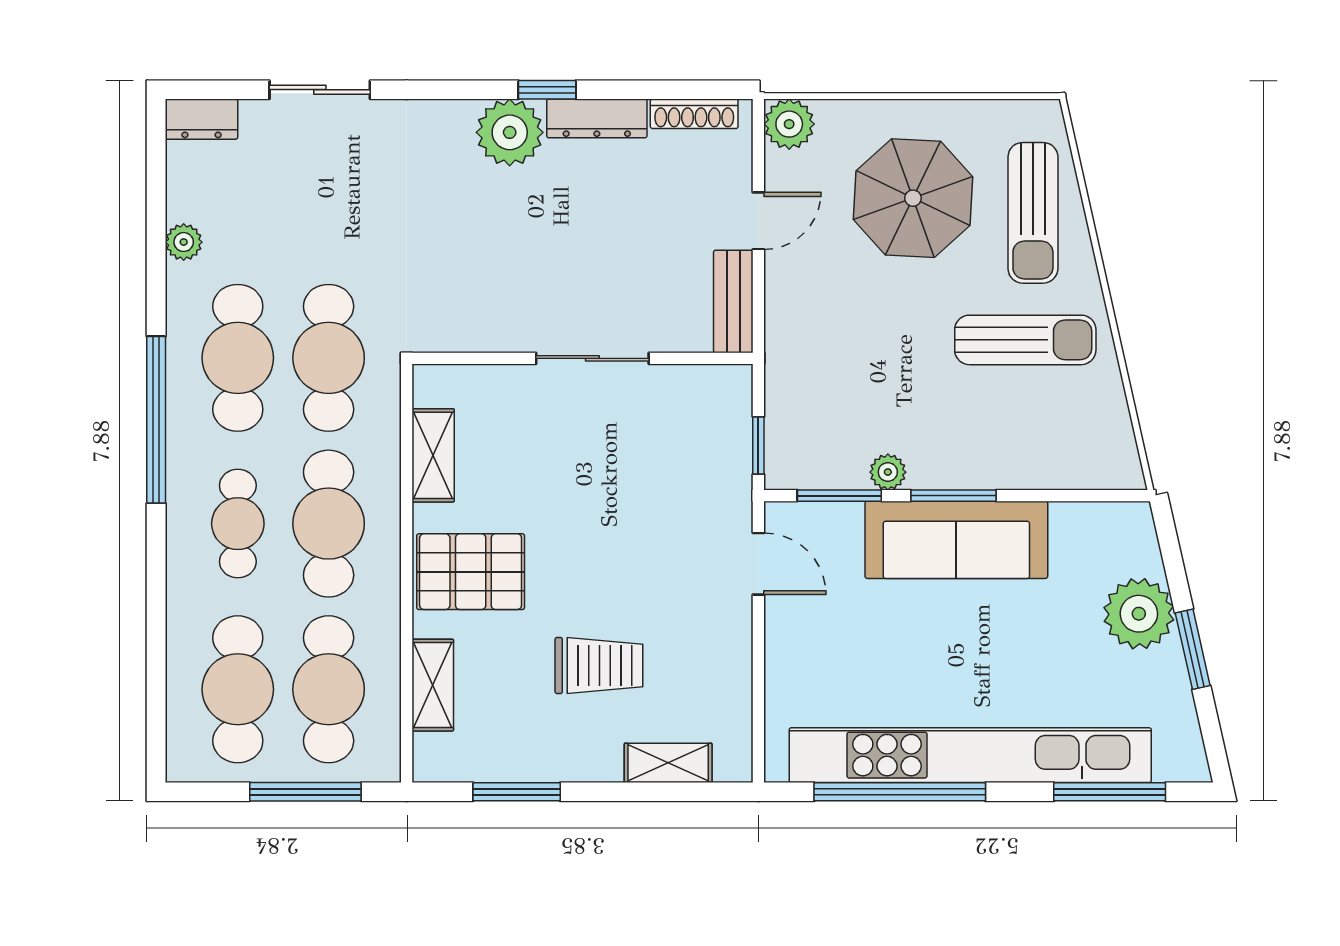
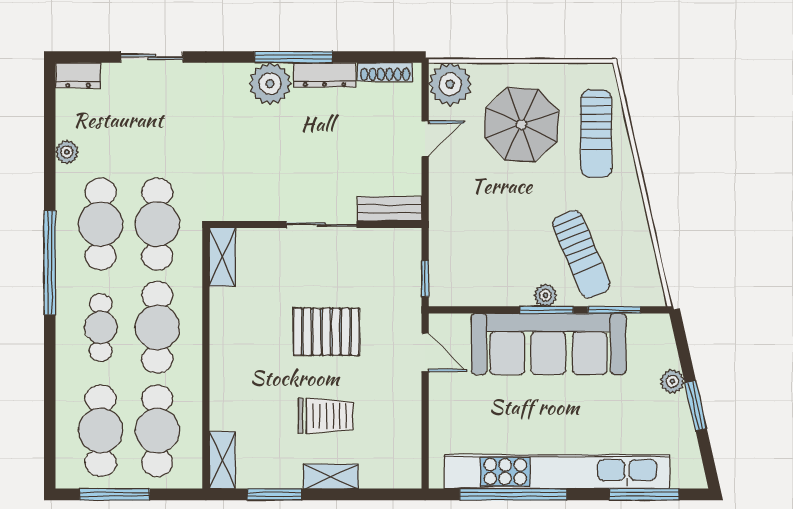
window: (547, 90) -> (293, 57), width x2.17
plant: (789, 124) -> (450, 84), width x1.36, depth x1.36
bench: (733, 302) -> (390, 209), moved, turned 90
sun lounger: (1025, 340) -> (581, 254), moved, turned 67
shelving: (433, 455) -> (222, 257), moved
plant: (888, 472) -> (545, 295), moved
window: (839, 496) -> (614, 310), moved
sofa: (956, 540) -> (548, 344), width x1.36, depth x1.27
pallet: (471, 572) -> (326, 332), moved
plant: (1139, 614) -> (672, 381), width x0.53, depth x0.53
shelving: (433, 685) -> (222, 460), moved
shelving: (668, 763) -> (331, 476), moved
window: (305, 792) -> (115, 494), moved

